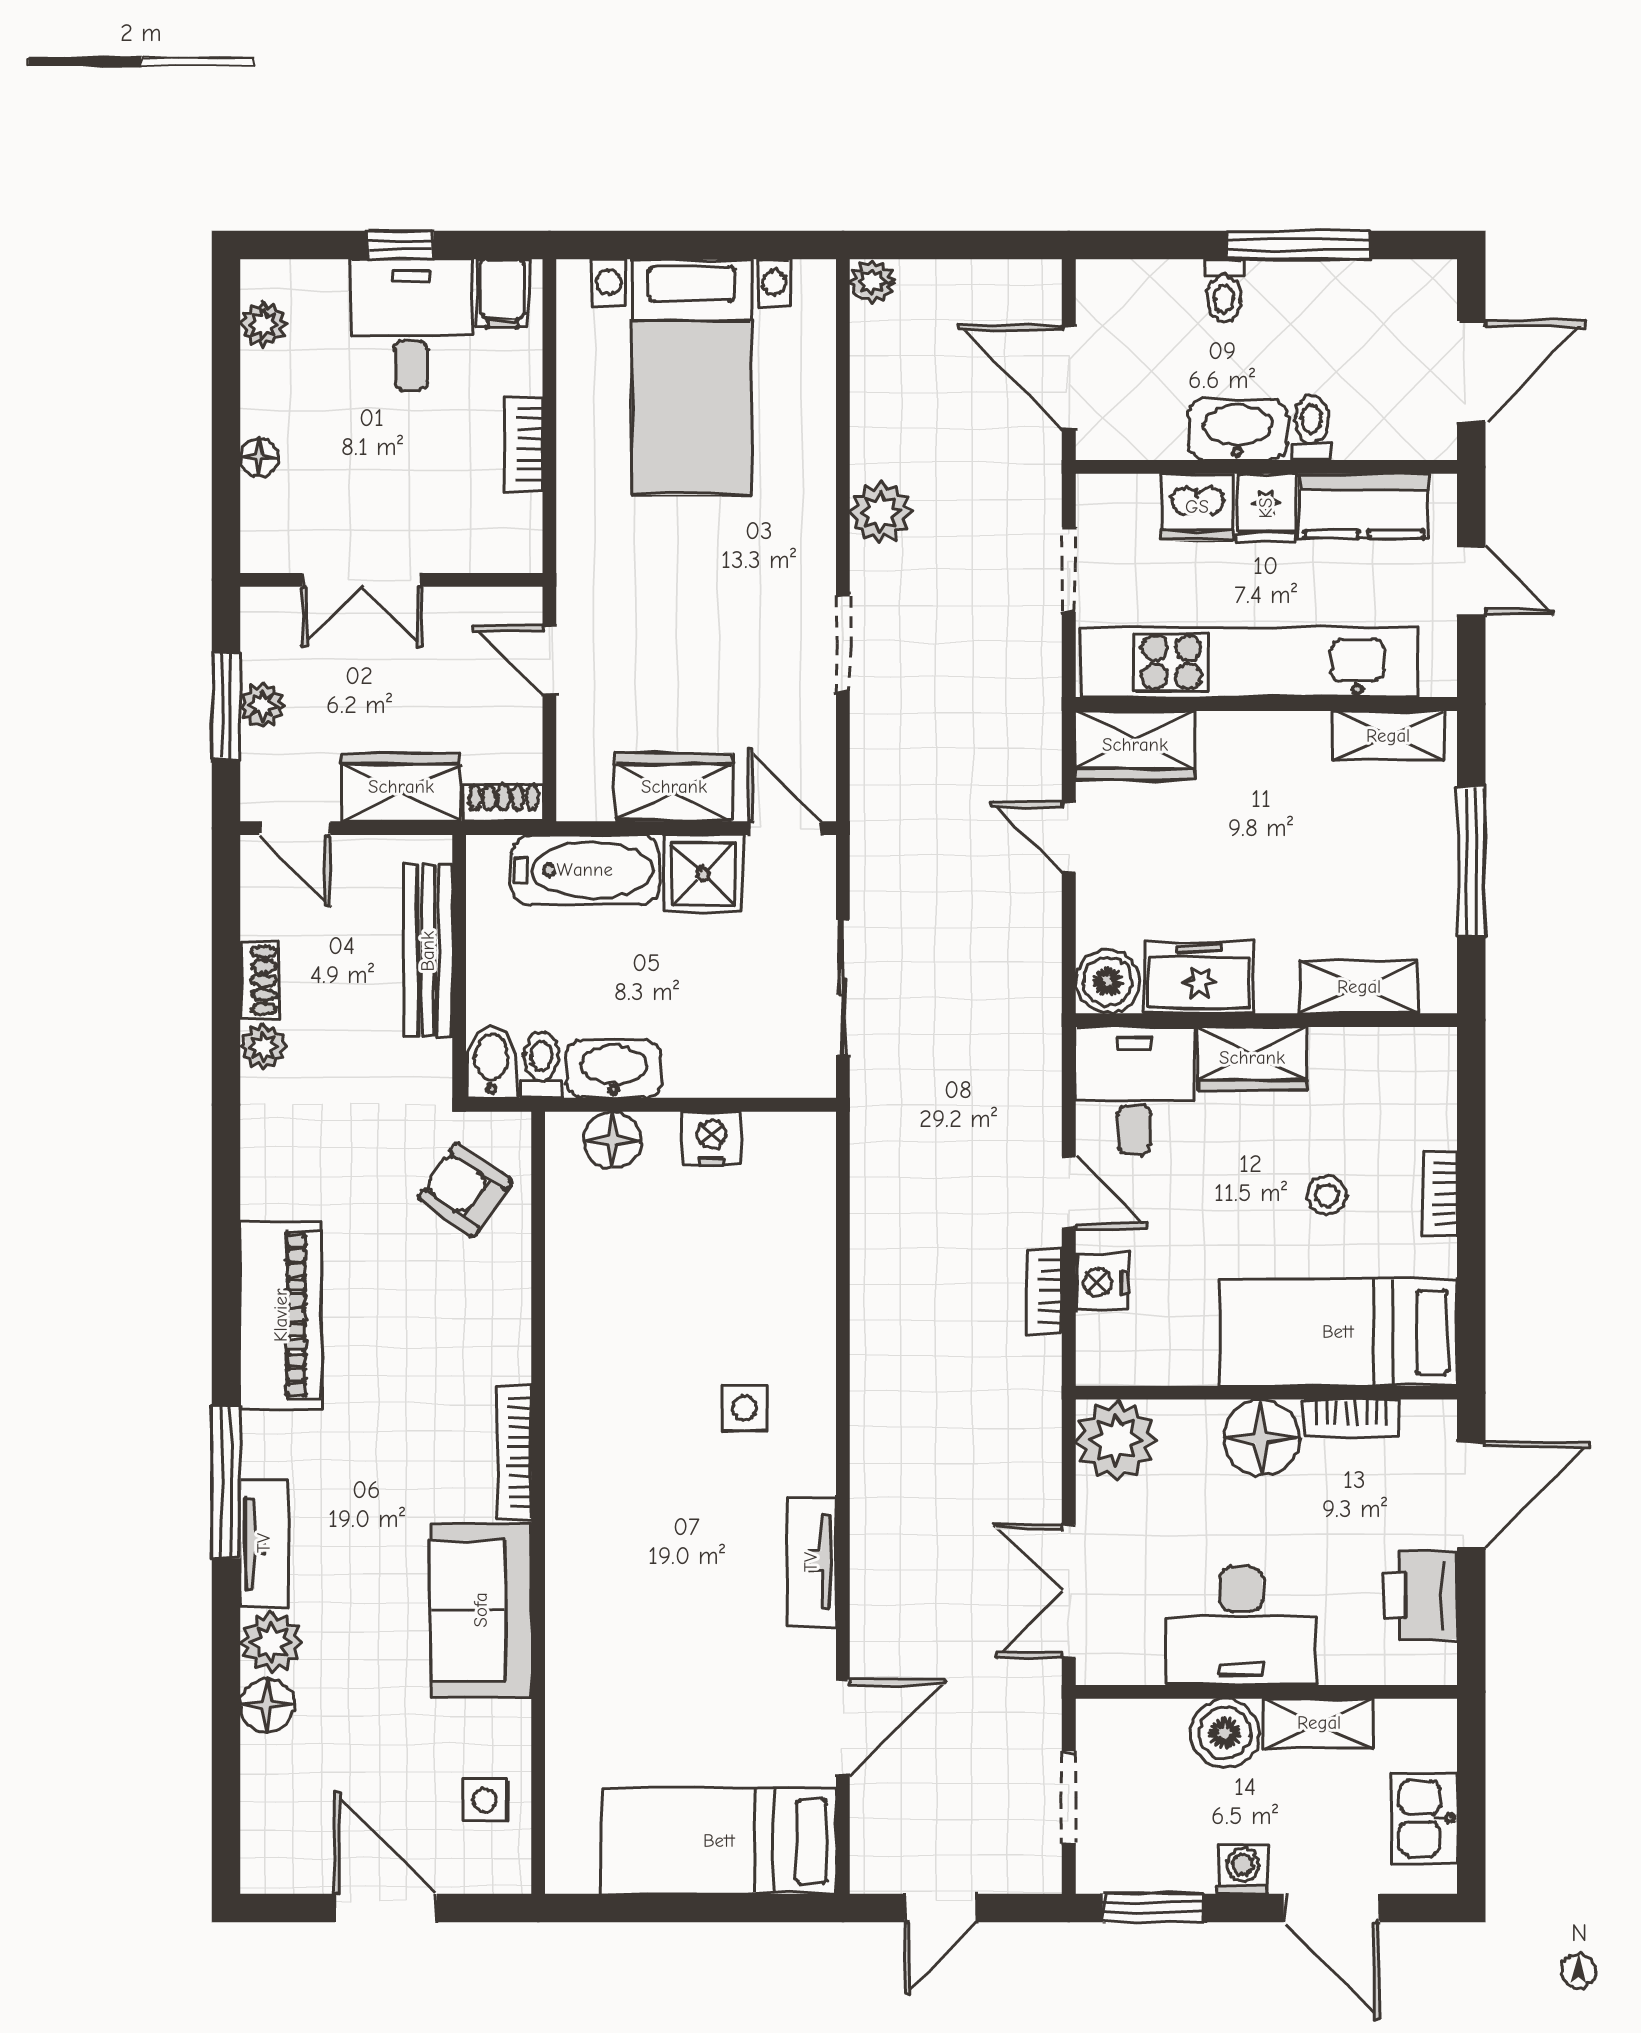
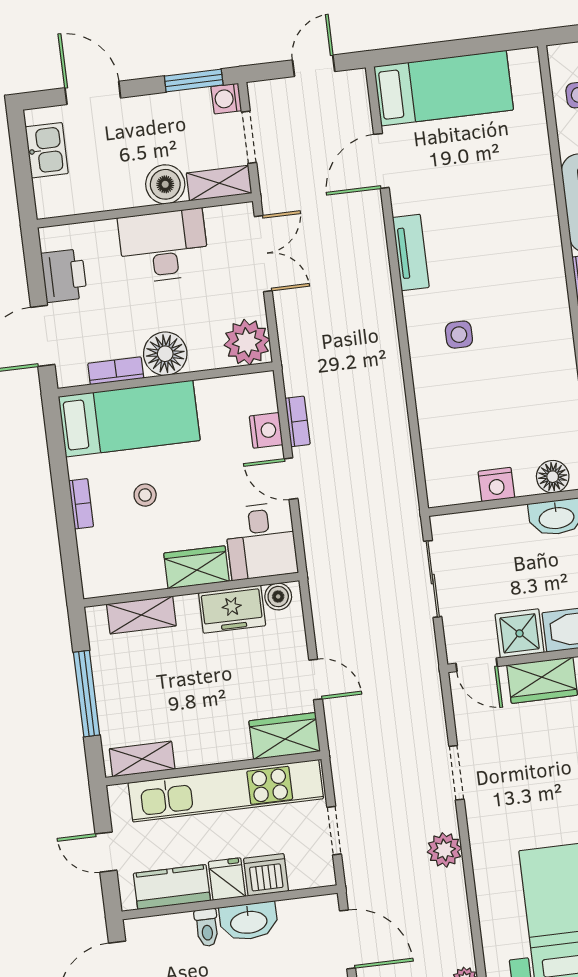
boiler: (1108, 981) -> (278, 597), width x0.73, depth x0.73
shelving: (1319, 1723) -> (219, 183), moved
washing machine: (1243, 1869) -> (226, 99), moved, turned 90

